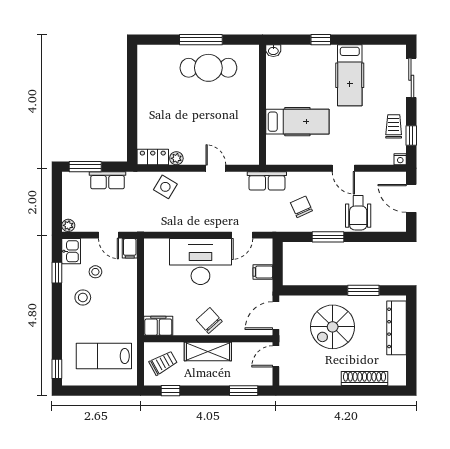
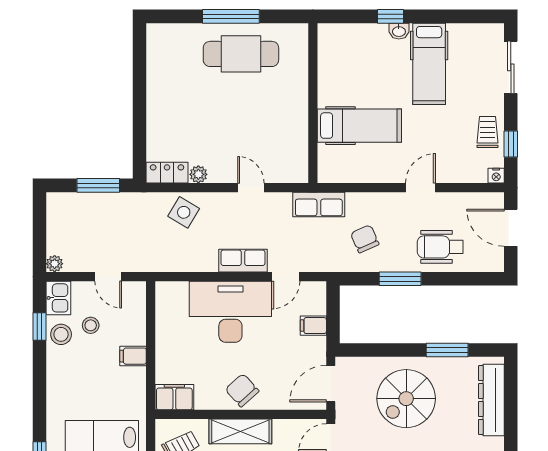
washbasin: (273, 51) -> (399, 31), moved
window: (85, 167) -> (98, 185), moved
door: (343, 168) -> (421, 188), swing flipped
row of seats: (107, 180) -> (243, 261), moved, turned 180
wheelchair: (358, 213) -> (440, 247), turned 90
filing cabinet: (130, 248) -> (133, 356), moved, turned 90
stool: (83, 297) -> (61, 334), moved

